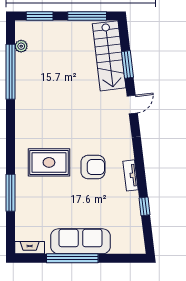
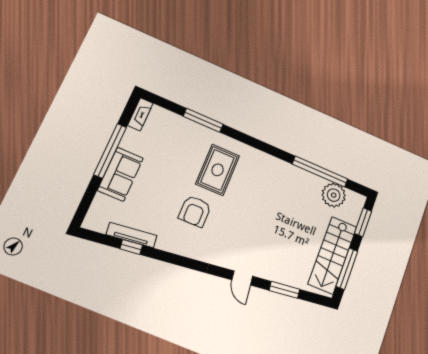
plant: (21, 46) -> (334, 195), width x1.87, depth x1.87
stairs: (109, 56) -> (333, 255), moved, turned -83
tv unit: (131, 175) -> (132, 235), moved, width x1.41
sofa: (80, 241) -> (120, 174), width x0.73

